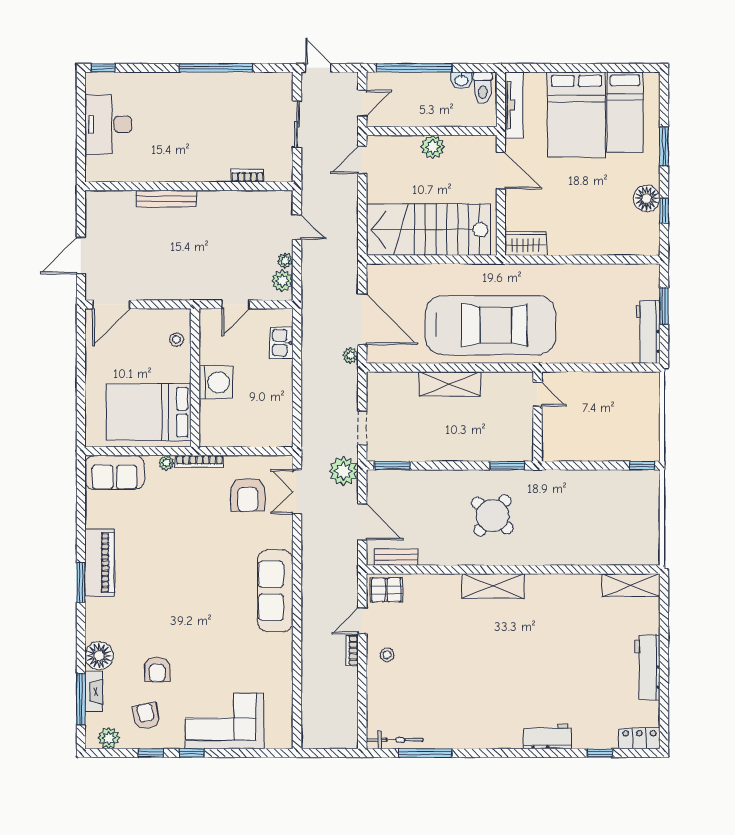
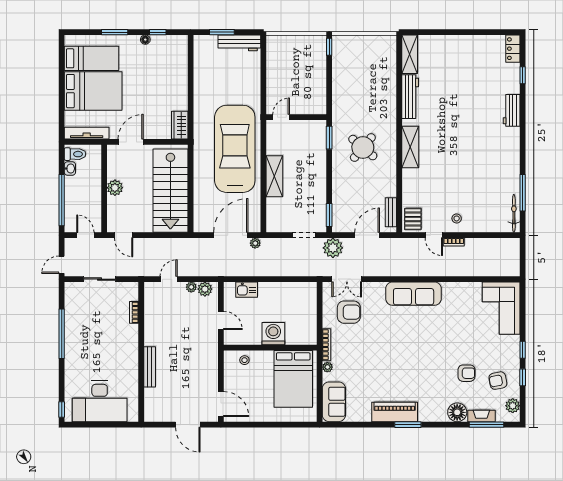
desk: (108, 124) -> (100, 401), width x1.36, depth x1.30
floor lamp: (647, 198) -> (145, 40), width x0.53, depth x0.53
workbench: (648, 667) -> (410, 97), moved, turned -90
corner sofa: (225, 721) -> (501, 308), moved

